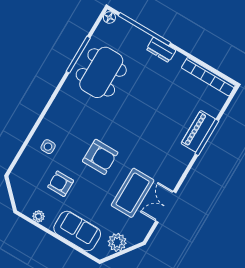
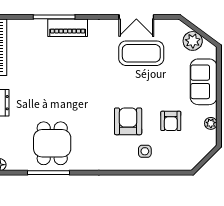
dining table: (101, 72) -> (52, 143), width x0.73
piano: (198, 131) -> (68, 28), moved
armchair: (100, 157) -> (128, 121), moved

